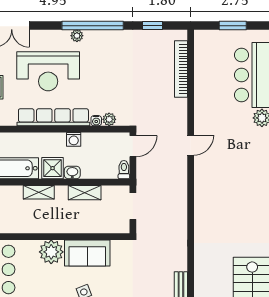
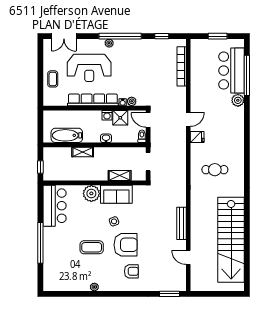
door: (133, 146) -> (148, 120), swing flipped
shower: (53, 168) -> (120, 118), moved
fridge: (203, 171) -> (197, 137), added
shelving: (85, 193) -> (120, 176), moved
cafe table: (229, 218) -> (215, 170), added

